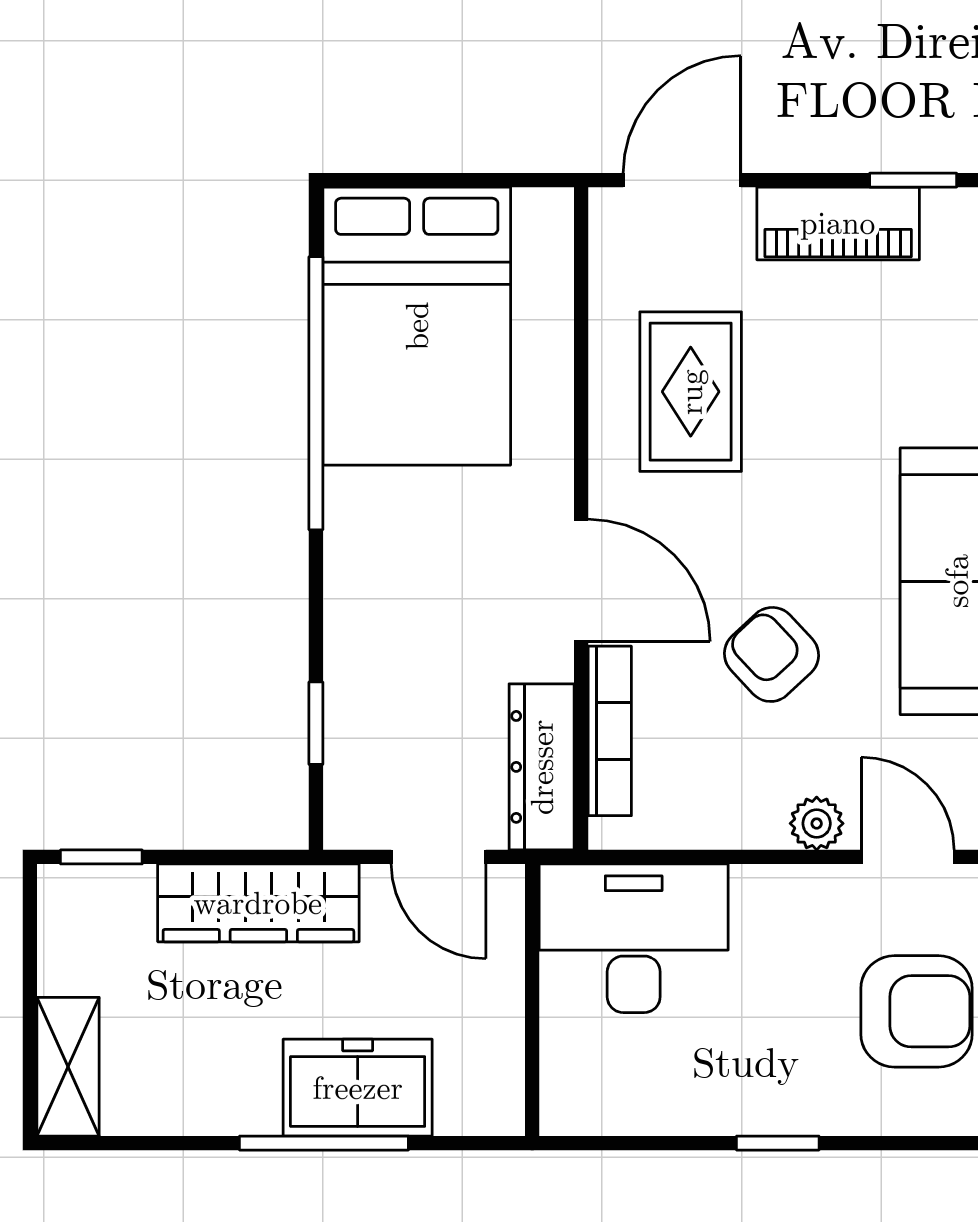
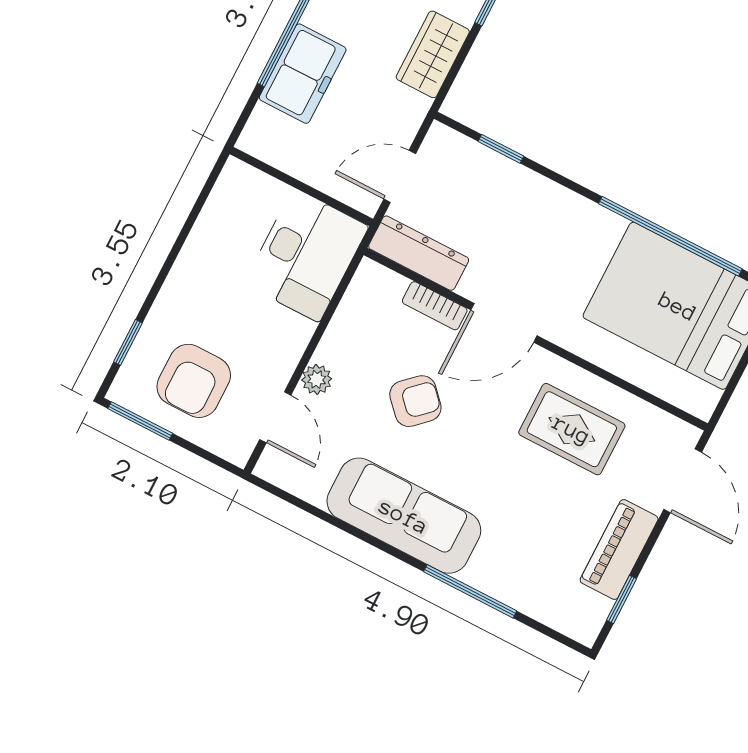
bookcase: (610, 731) -> (435, 306), width x0.64
door: (908, 857) -> (275, 417), hinge flipped
wardrobe: (258, 903) -> (433, 54), width x0.67
window: (778, 1143) -> (128, 342), moved

